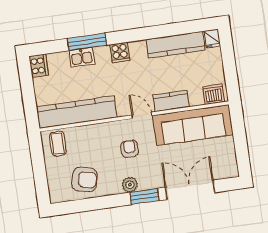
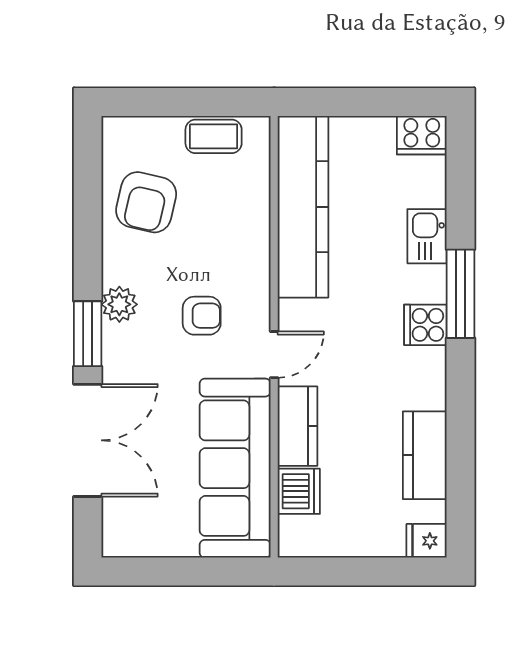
window: (87, 42) -> (461, 294), moved
kitchen counter: (176, 45) -> (425, 455), width x0.67
dishwasher: (213, 94) -> (299, 491), moved
coffee table: (58, 144) -> (214, 136), moved

